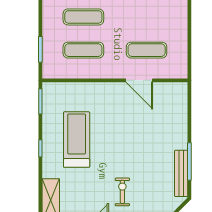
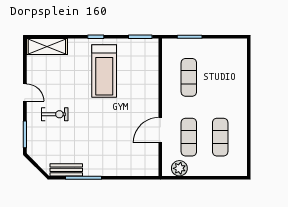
exercise mat: (83, 17) -> (220, 137), moved
plant: (179, 60) -> (179, 168), added
treadmill: (77, 140) -> (104, 71), turned 90
bench: (181, 173) -> (66, 170), width x0.73

